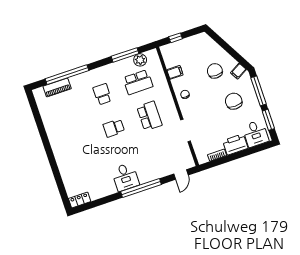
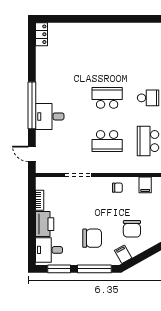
chair: (215, 71) -> (132, 229), turned 90
school desk: (114, 128) -> (107, 98), width x1.85
desk: (125, 177) -> (50, 116), moved

